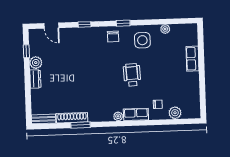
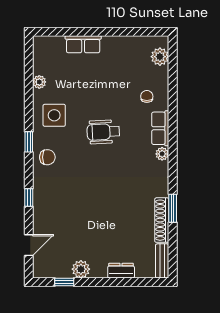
dresser: (35, 79) -> (121, 271), moved
plant: (175, 113) -> (160, 57), moved

